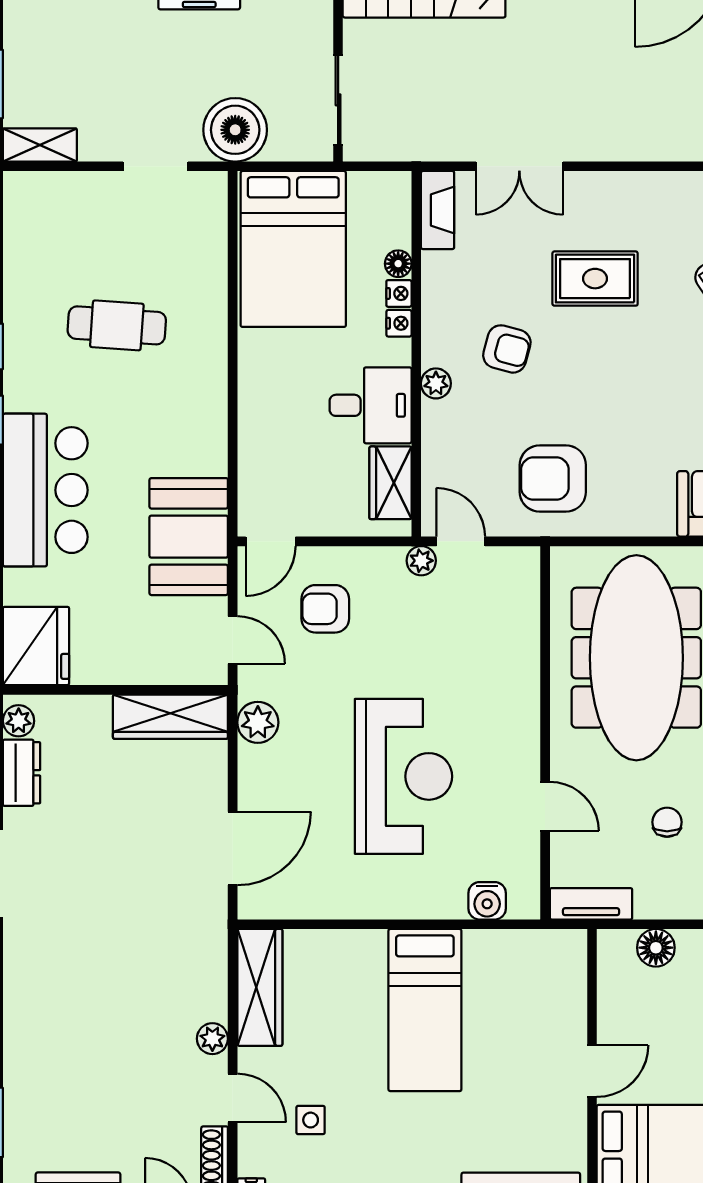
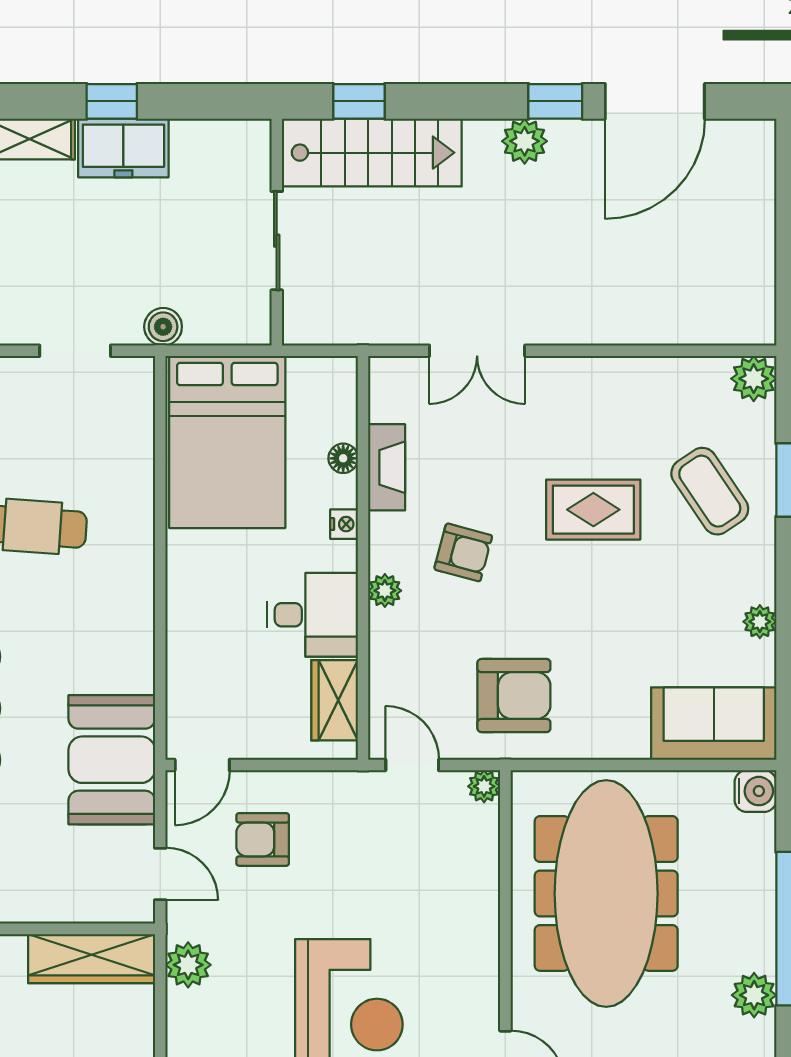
sliding door: (338, 100) -> (277, 241), moved
boiler: (235, 130) -> (163, 327), width x0.54, depth x0.54
fireplace: (438, 210) -> (387, 467), moved
rug: (595, 279) -> (593, 510), moved
nightstand: (399, 293) -> (344, 491), removed
armchair: (553, 479) -> (514, 696), turned 180
plant: (421, 561) -> (484, 786), moved

